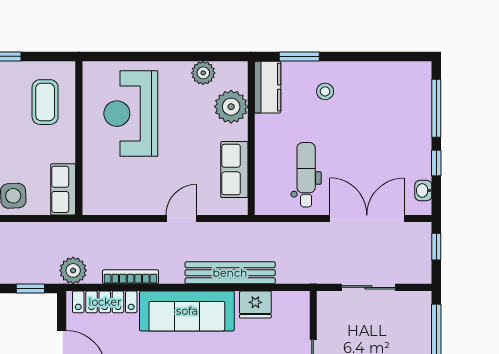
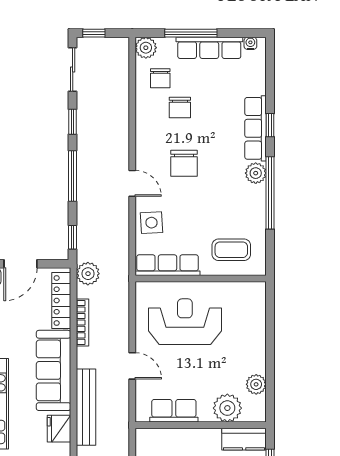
reception desk: (131, 114) -> (185, 322), moved
row of seats: (63, 189) -> (167, 265), width x1.48

